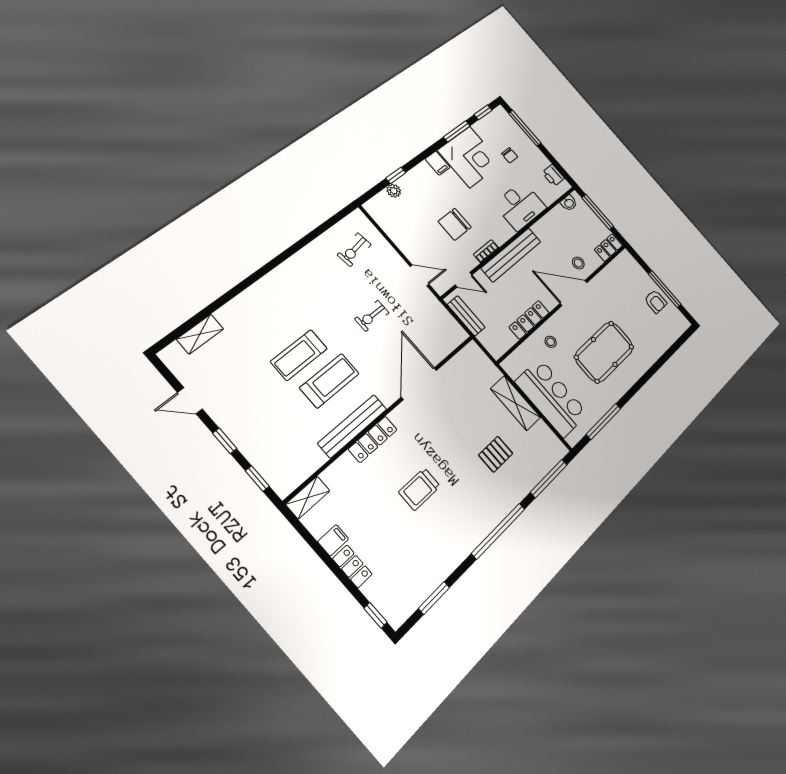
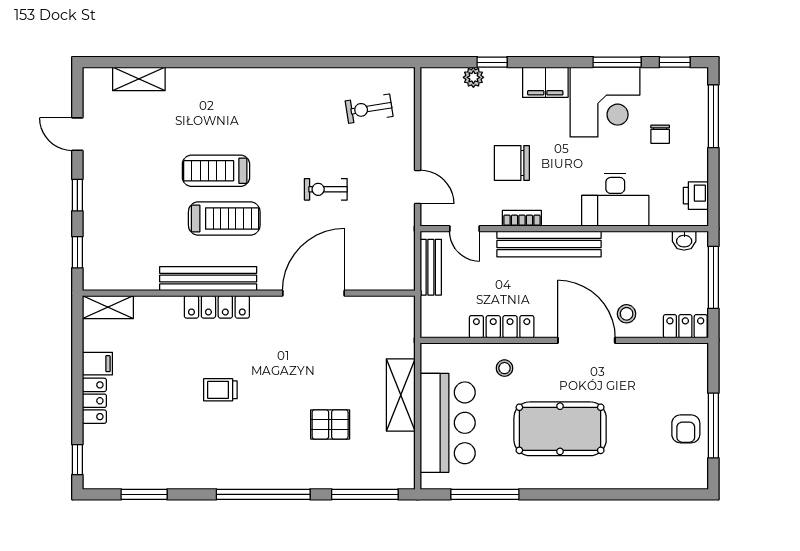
filing cabinet: (438, 163) -> (545, 82), width x2.00
trolley: (420, 489) -> (220, 390), width x0.73, depth x0.72

